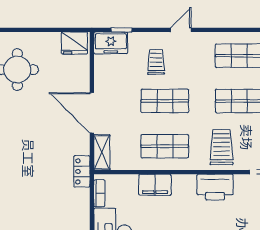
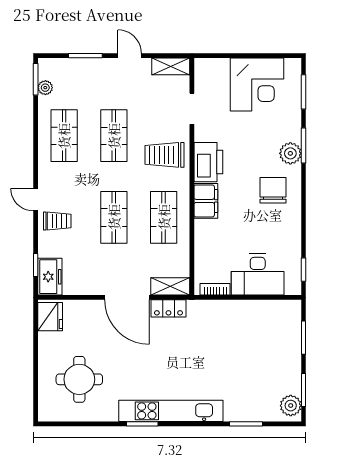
trolley: (156, 62) -> (57, 221), moved, turned 180
door: (92, 113) -> (127, 297), hinge flipped
locker: (82, 171) -> (168, 308), moved
filing cabinet: (155, 185) -> (206, 201), moved

